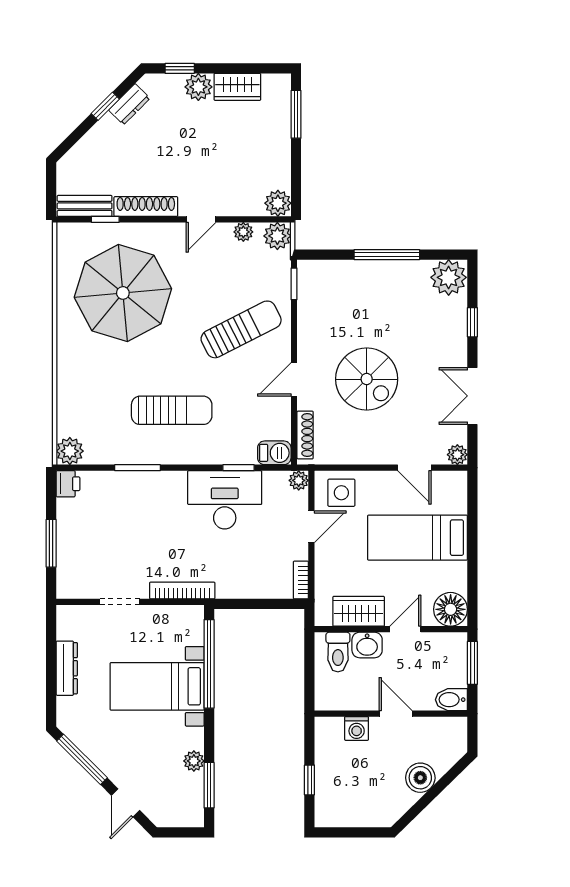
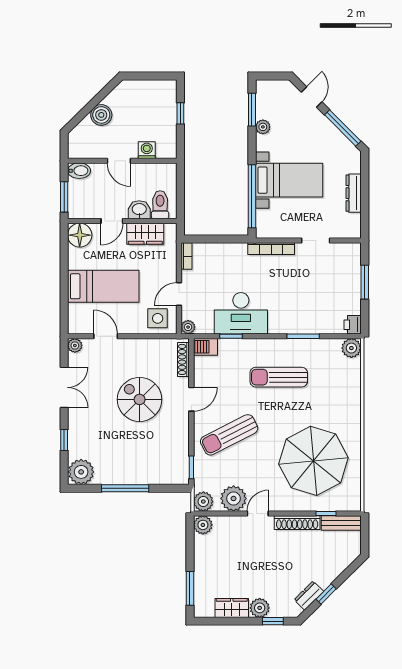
plant: (243, 232) -> (234, 498), width x1.88, depth x1.88

